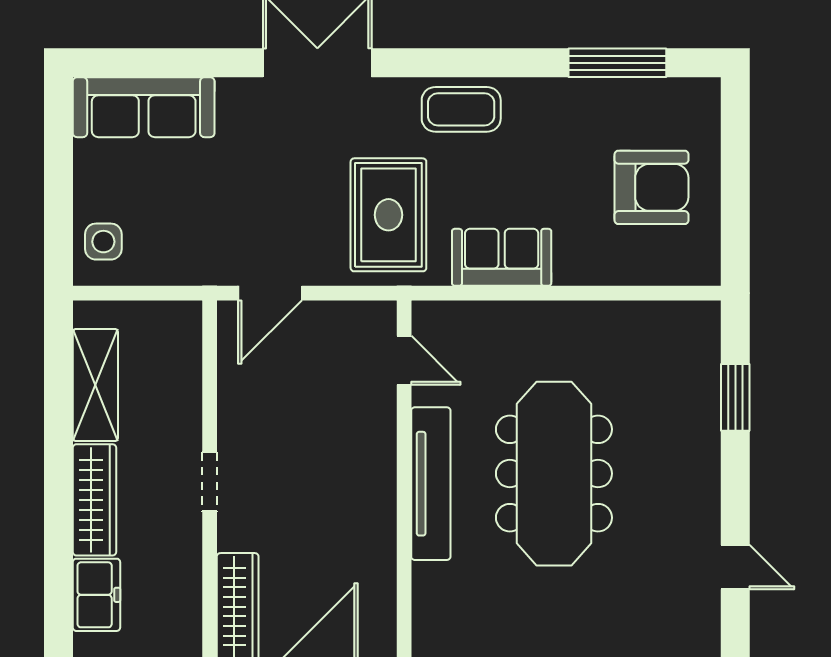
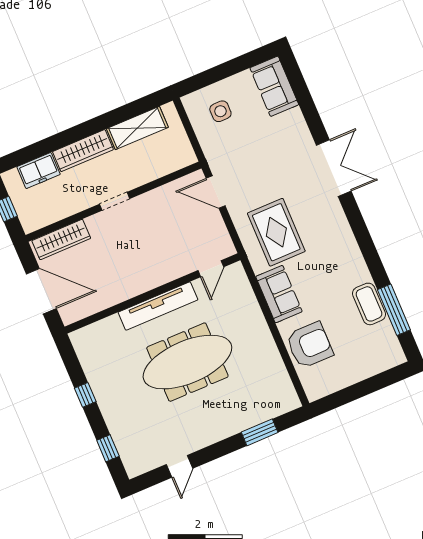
sofa: (144, 107) -> (274, 86), width x0.73
coffee table: (461, 109) -> (369, 304), moved
armchair: (652, 187) -> (310, 345), moved, turned -90
rug: (388, 215) -> (276, 232), turned 90
side table: (103, 242) -> (220, 111), moved

